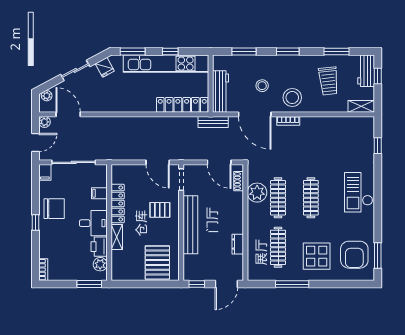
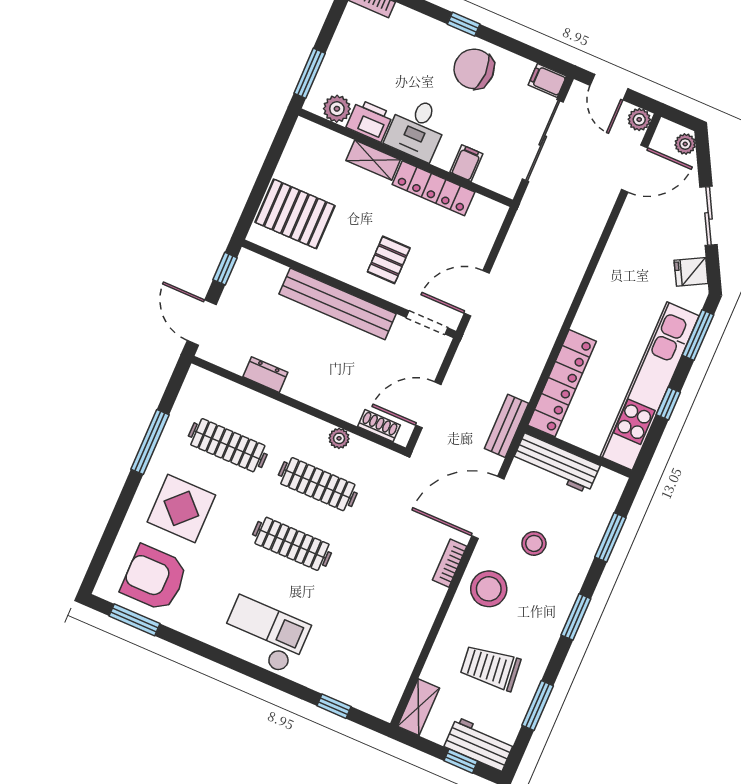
plant: (257, 193) -> (339, 438), width x0.53, depth x0.53
chair: (54, 209) -> (474, 69), turned 90

